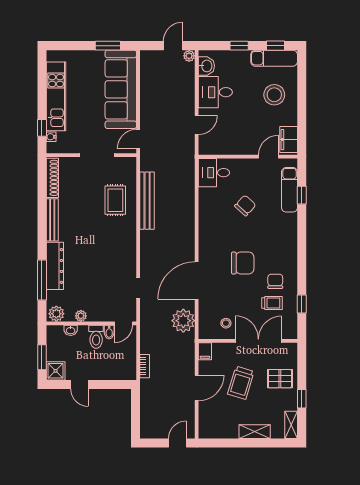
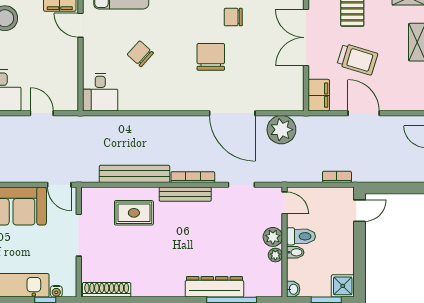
bench: (52, 220) -> (185, 194), moved
bookcase: (145, 248) -> (193, 177), added
trolley: (272, 303) -> (260, 21), removed
plant: (56, 314) -> (273, 237), moved
stool: (226, 323) -> (284, 77), removed
washbasin: (71, 330) -> (293, 289), moved
bidet: (109, 332) -> (295, 252), moved
filing cabinet: (205, 351) -> (319, 95), width x2.00
door: (79, 384) -> (359, 211), moved

